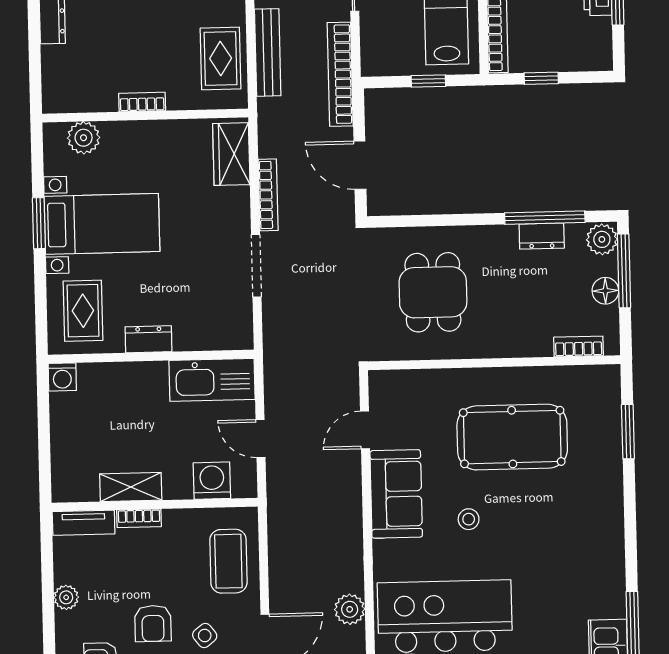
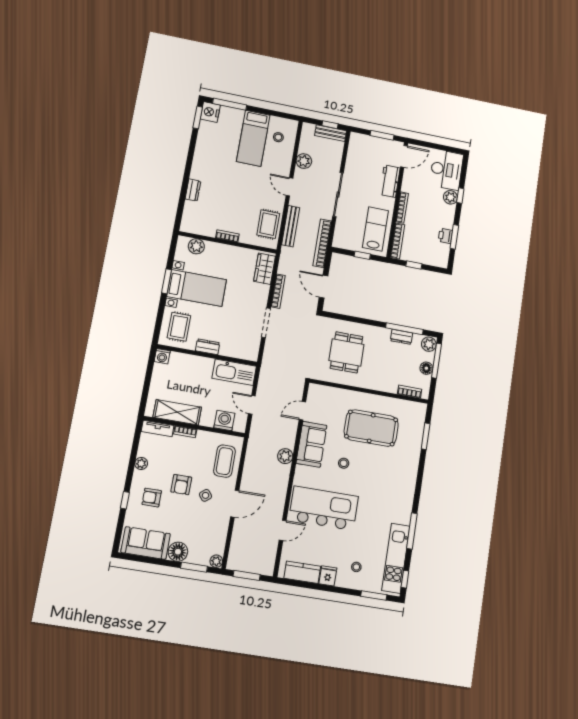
shelving: (131, 487) -> (177, 412), width x1.50, depth x1.33
plant: (350, 609) -> (285, 456), moved

